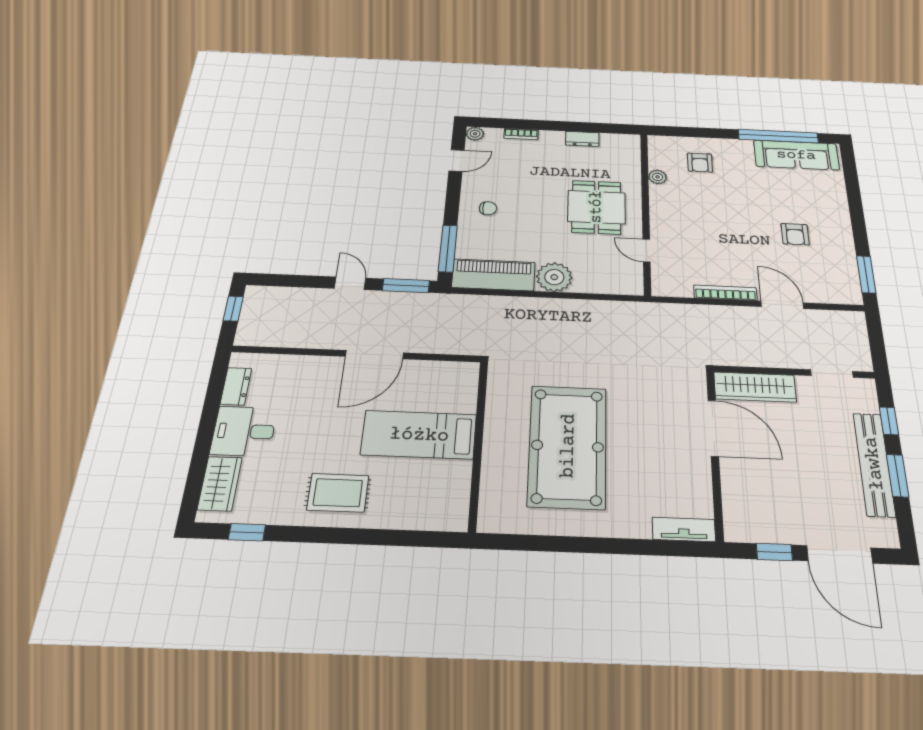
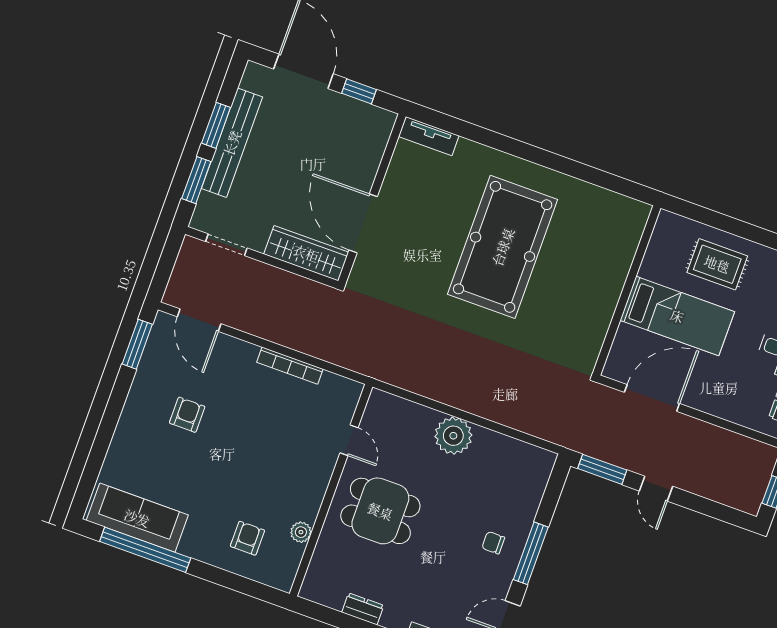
dining table: (596, 207) -> (380, 511), turned 90
window: (448, 248) -> (531, 553), moved
piano: (494, 275) -> (513, 457), removed
door: (782, 305) -> (199, 320), moved
window: (889, 421) -> (196, 180), width x1.50
bed: (419, 435) -> (677, 316), moved
wall: (478, 444) -> (627, 290), moved

